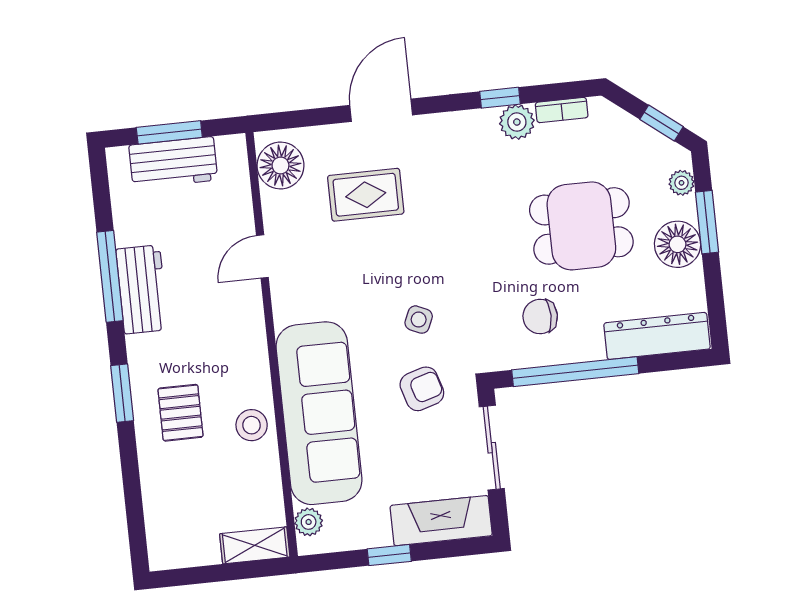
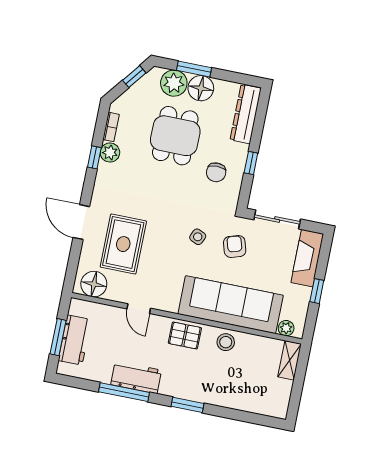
plant: (682, 183) -> (174, 83), width x1.88, depth x1.88
rug: (366, 195) -> (123, 244), width x1.36, depth x1.43
window: (575, 372) -> (251, 163), width x0.32
pallet: (180, 413) -> (185, 336), moved

